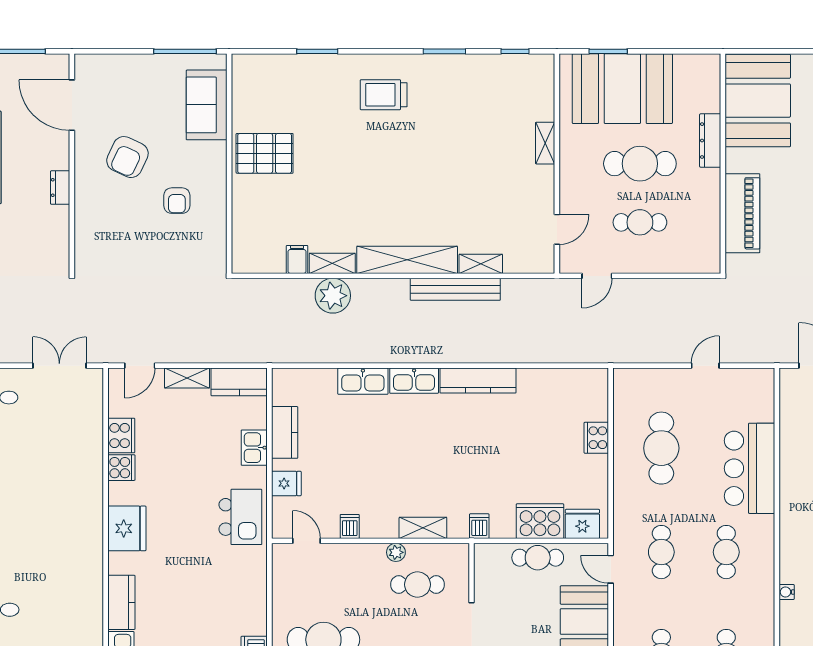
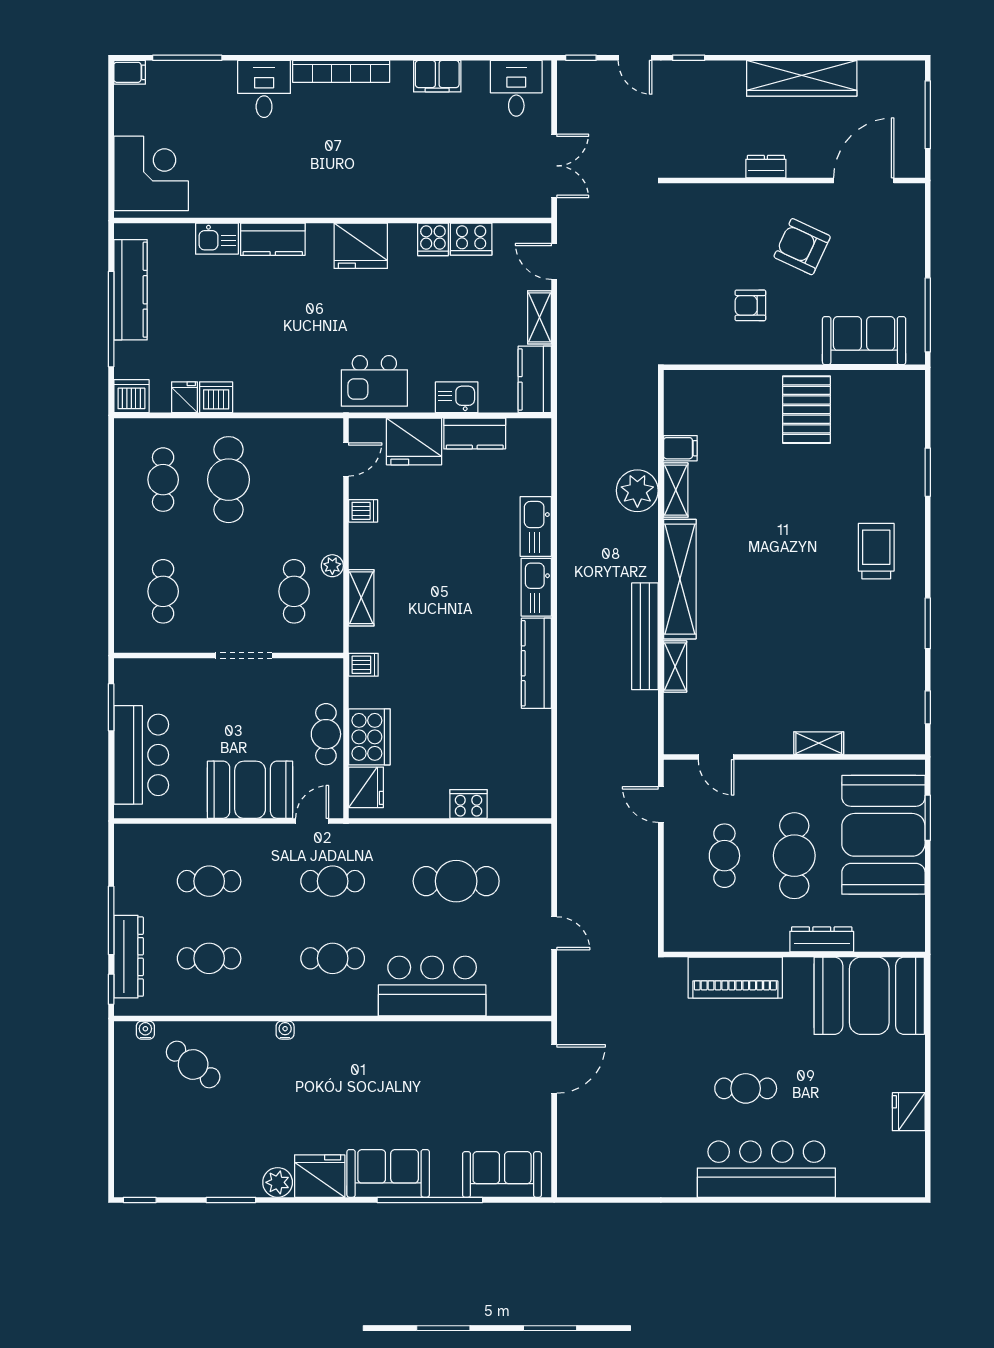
fridge: (286, 483) -> (414, 441), width x1.88, depth x1.34

